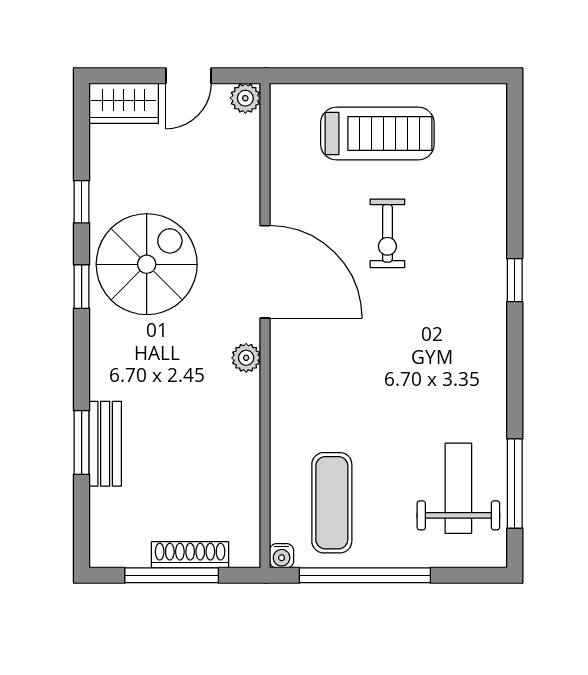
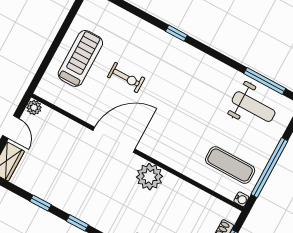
spiral stairs: (147, 264) -> (83, 189), removed
plant: (246, 358) -> (150, 177), width x1.88, depth x1.88
weight bench: (458, 488) -> (254, 107), turned 180

